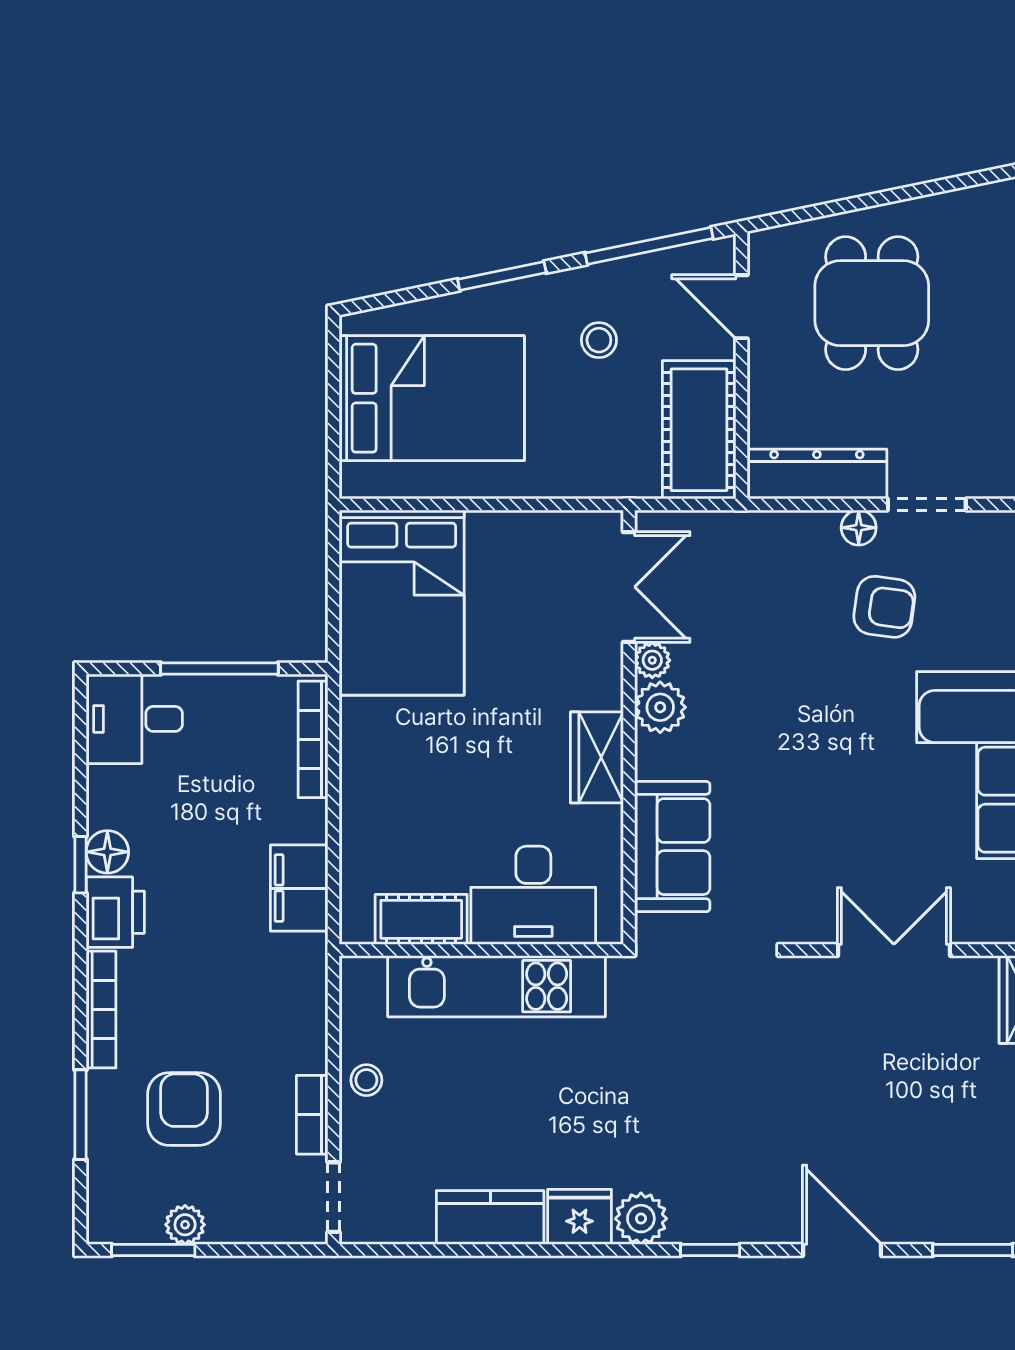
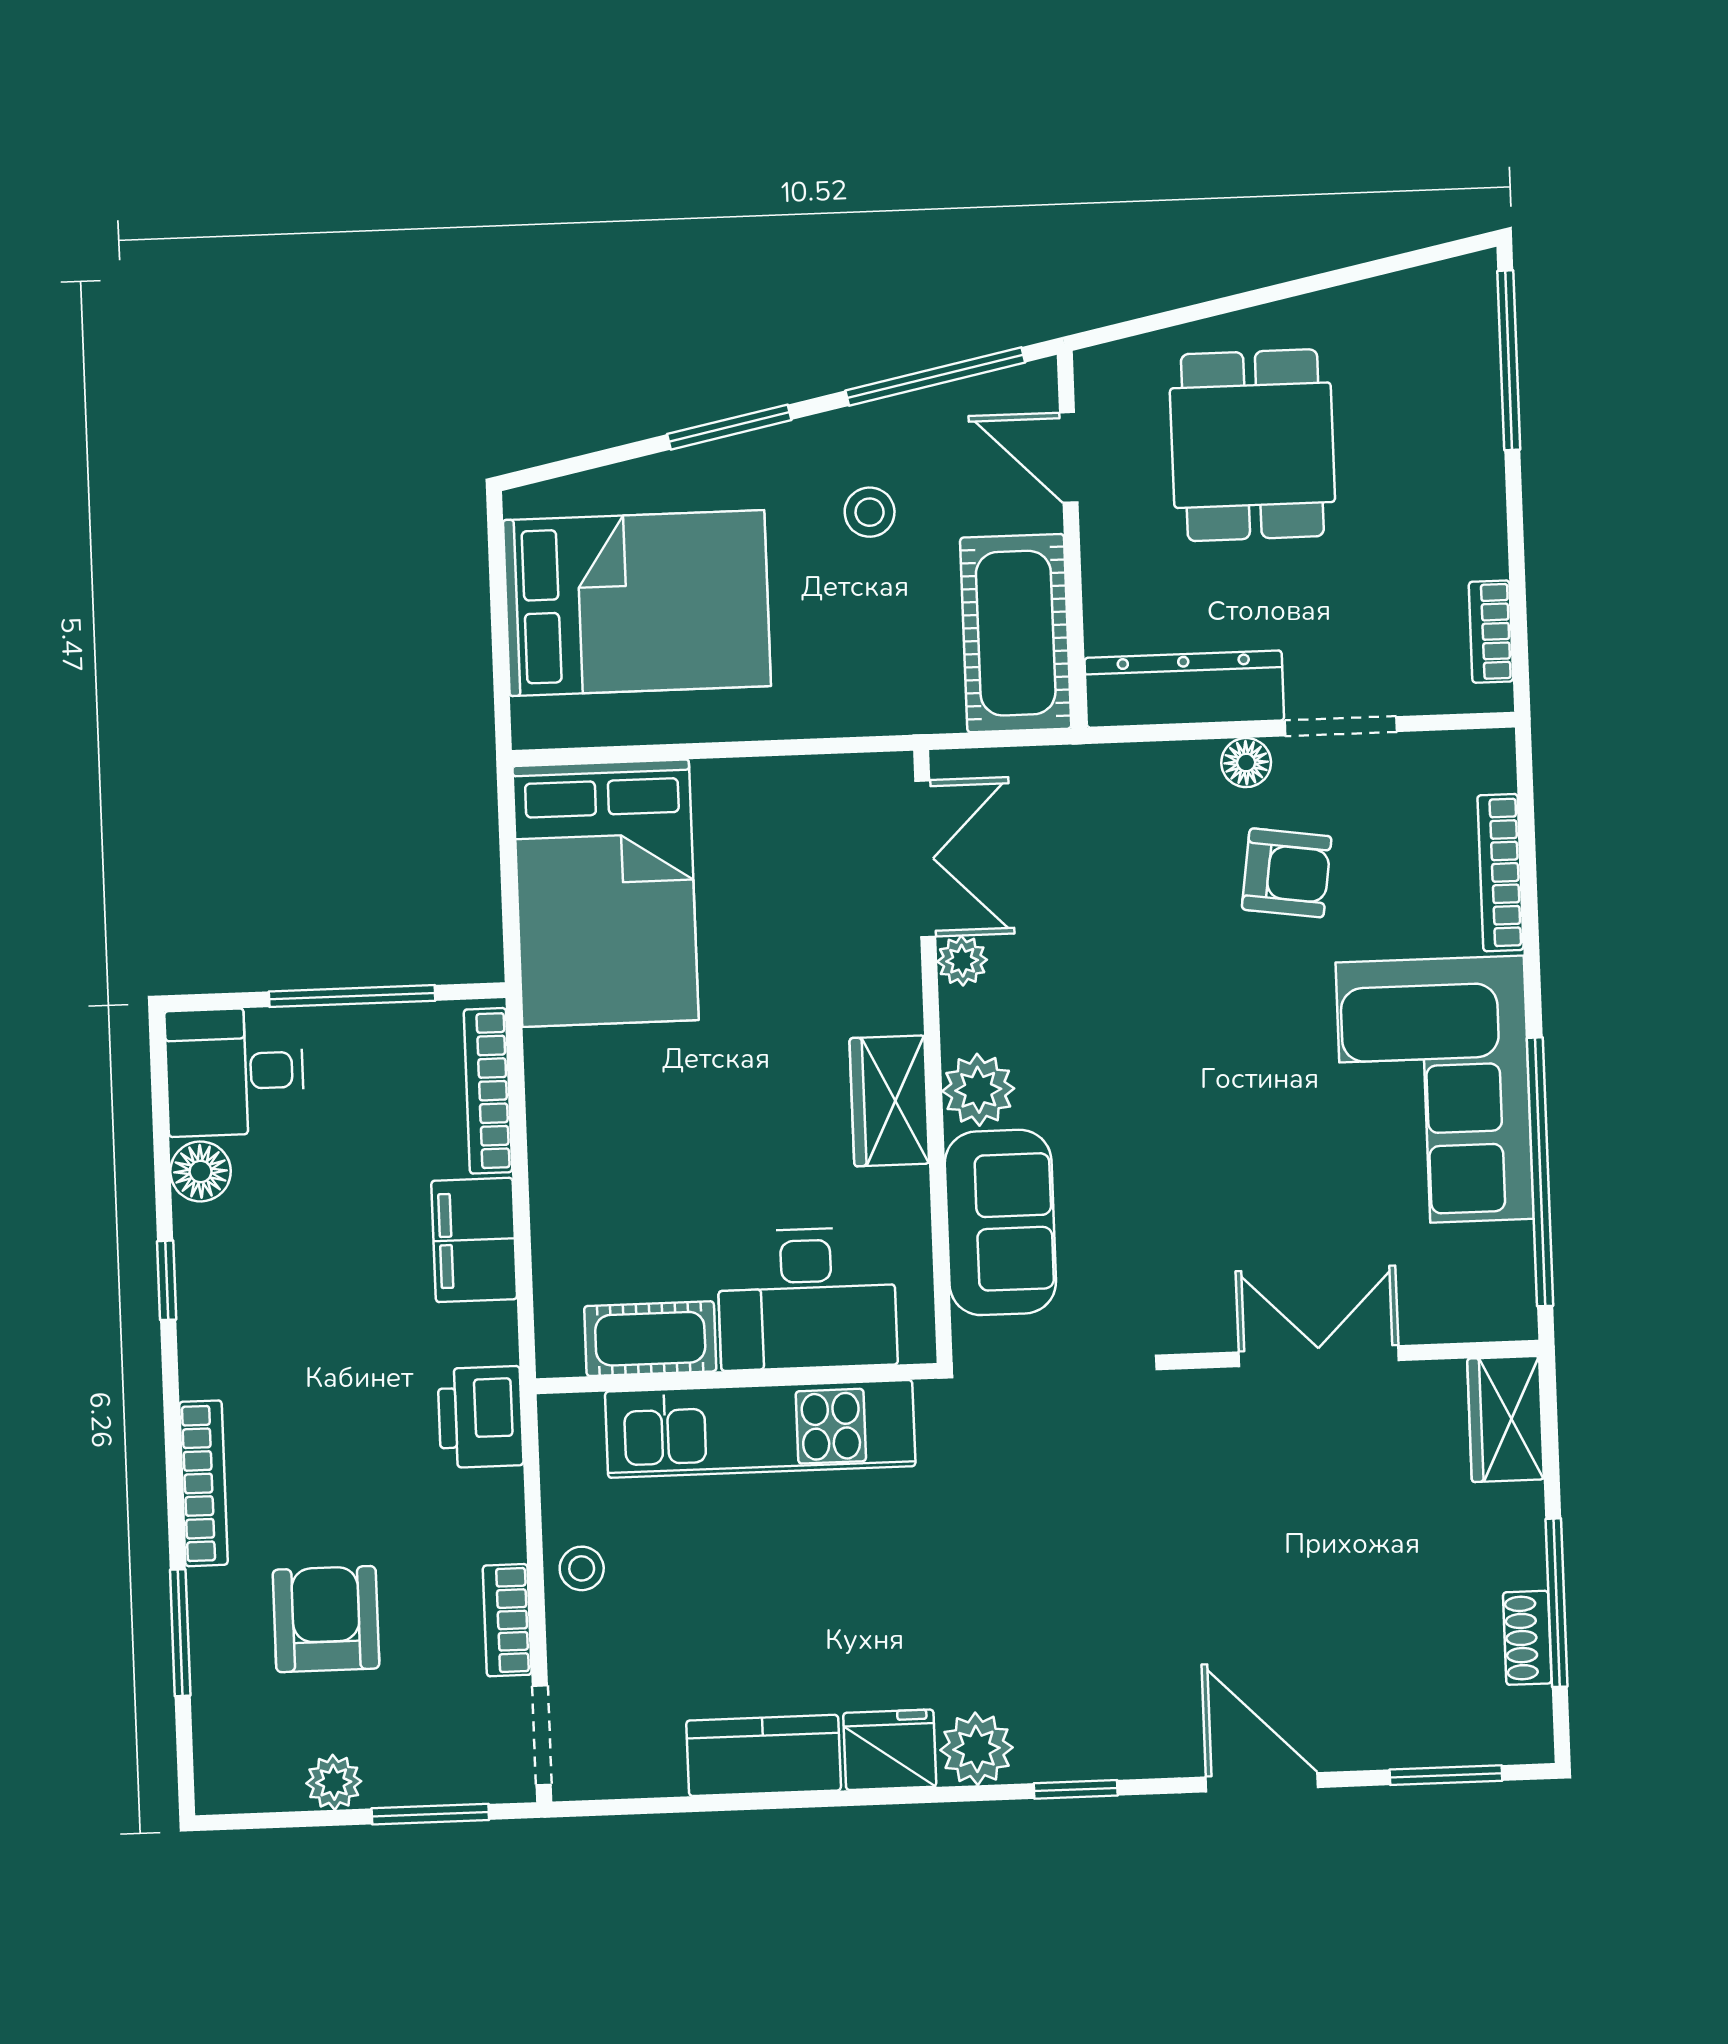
plant: (660, 707) -> (978, 1090), moved
floor lamp: (107, 852) -> (201, 1171), moved
filing cabinet: (299, 888) -> (474, 1240), moved
printer: (115, 912) -> (480, 1417), moved, turned 180
window: (153, 1250) -> (430, 1814), moved

